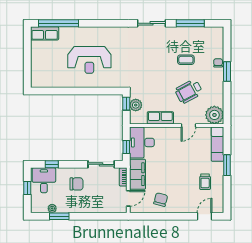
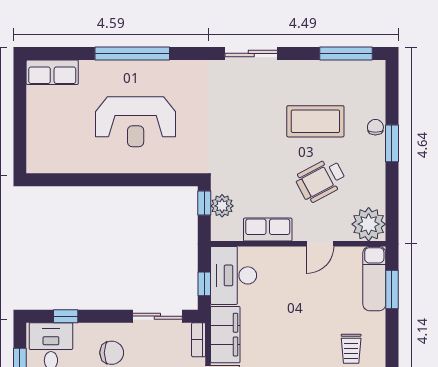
window: (58, 23) -> (132, 53), moved
window: (190, 23) -> (346, 53), moved
coffee table: (186, 60) -> (315, 121), width x1.86, depth x1.72
window: (227, 165) -> (392, 289), moved

